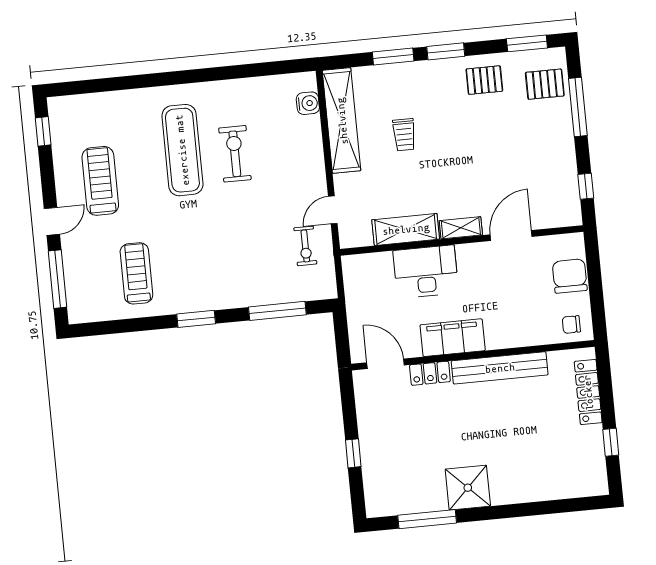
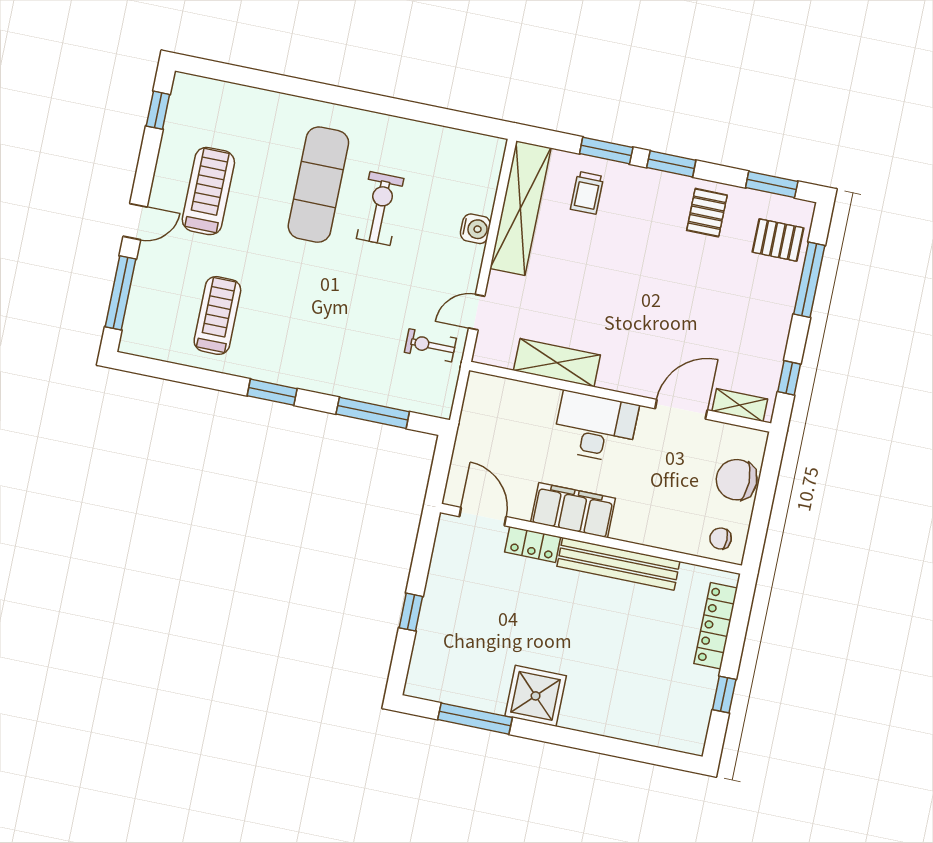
pallet: (484, 80) -> (707, 213), turned 90
water cooler: (308, 103) -> (475, 229), moved
trolley: (404, 135) -> (587, 193), moved
shelving: (461, 228) -> (740, 405), moved
exercise bike: (305, 246) -> (430, 345), turned 90
desk: (426, 272) -> (595, 427), moved
chair: (570, 276) -> (737, 480), turned -90

